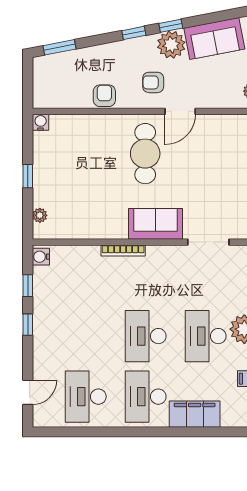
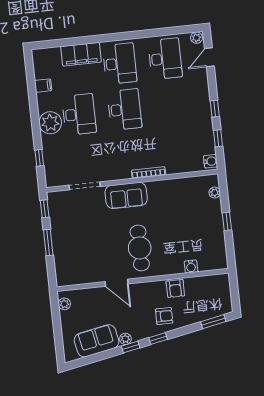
plant: (171, 45) -> (125, 339), width x0.53, depth x0.53
armchair: (153, 82) -> (164, 316), moved
door: (180, 111) -> (117, 283), swing flipped
water cooler: (41, 122) -> (191, 266), moved
plant: (42, 420) -> (196, 38), added

